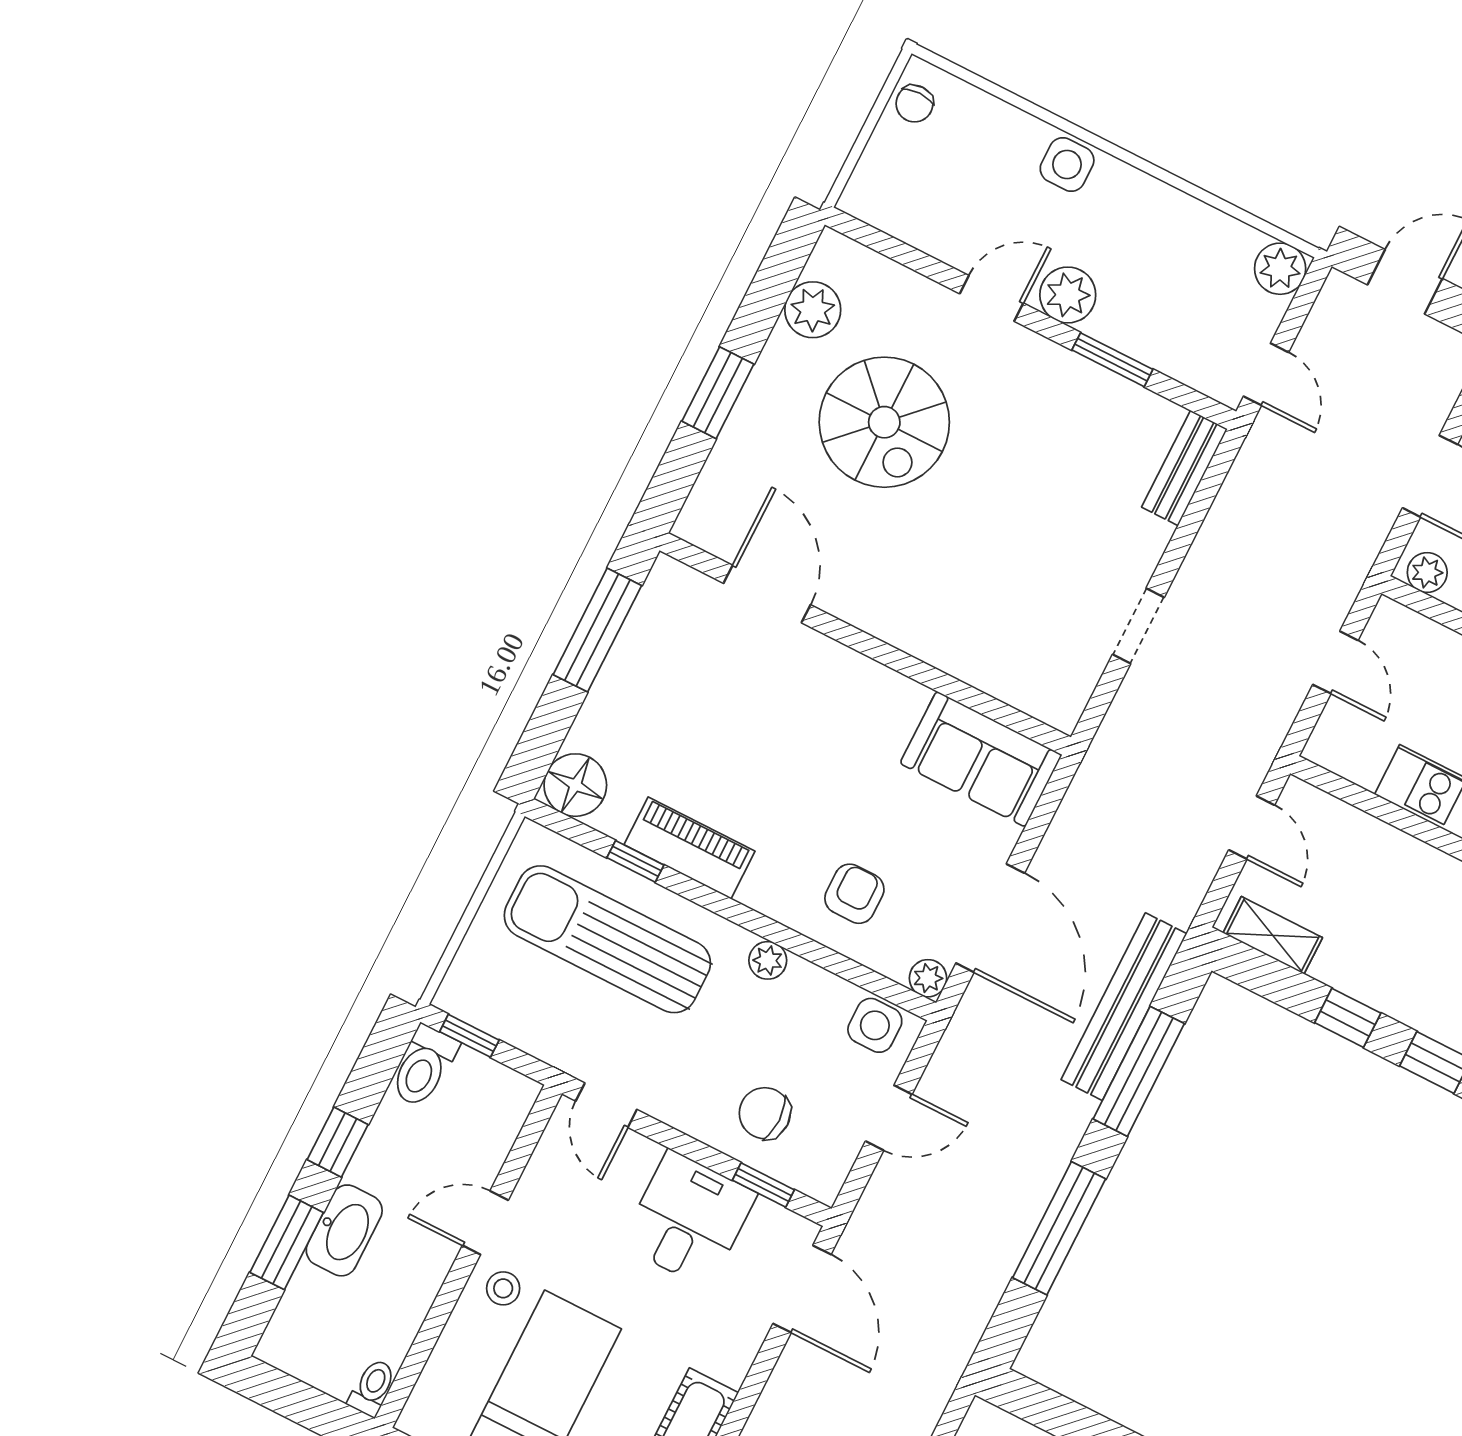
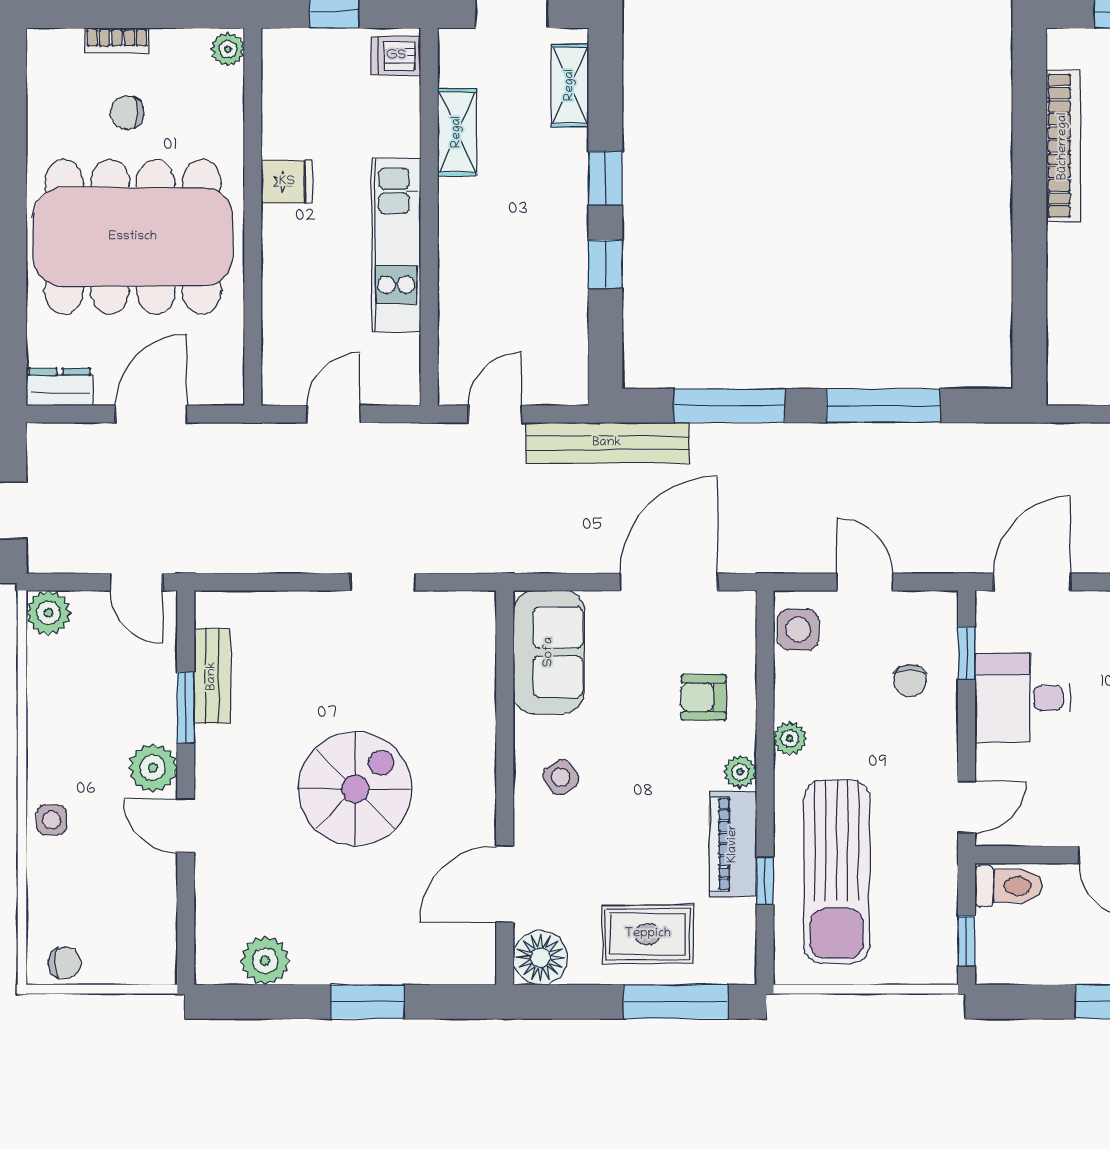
side table: (1067, 165) -> (52, 820), width x0.73, depth x0.73
door: (1266, 374) -> (136, 582), swing flipped
spiral stairs: (884, 422) -> (355, 789), moved
bench: (1184, 468) -> (212, 676), moved, turned 90
plant: (1427, 573) -> (227, 378), removed
window: (597, 630) -> (676, 1002), moved
side table: (847, 707) -> (561, 777), added
rug: (641, 714) -> (648, 934), added
floor lamp: (575, 785) -> (540, 958), moved
shelving: (1273, 935) -> (571, 355), removed
plant: (928, 978) -> (740, 772), moved
bench: (1124, 1007) -> (607, 443), moved
toilet: (424, 1066) -> (1008, 886), moved
chair: (765, 1113) -> (910, 680), width x0.73, depth x0.73

